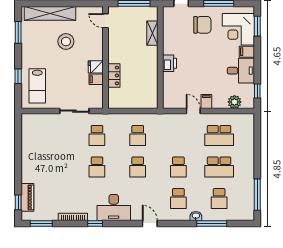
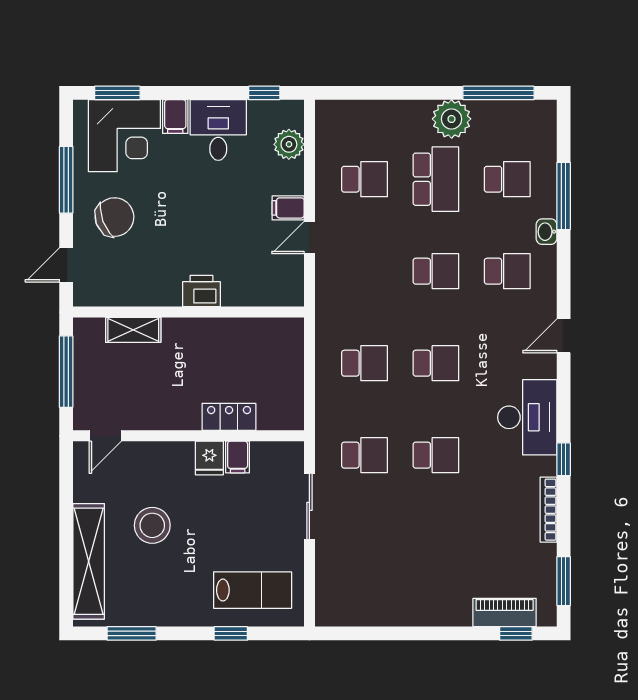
chair: (202, 25) -> (114, 217), turned 69
school desk: (219, 135) -> (365, 179), width x0.54
plant: (246, 174) -> (452, 119), added

